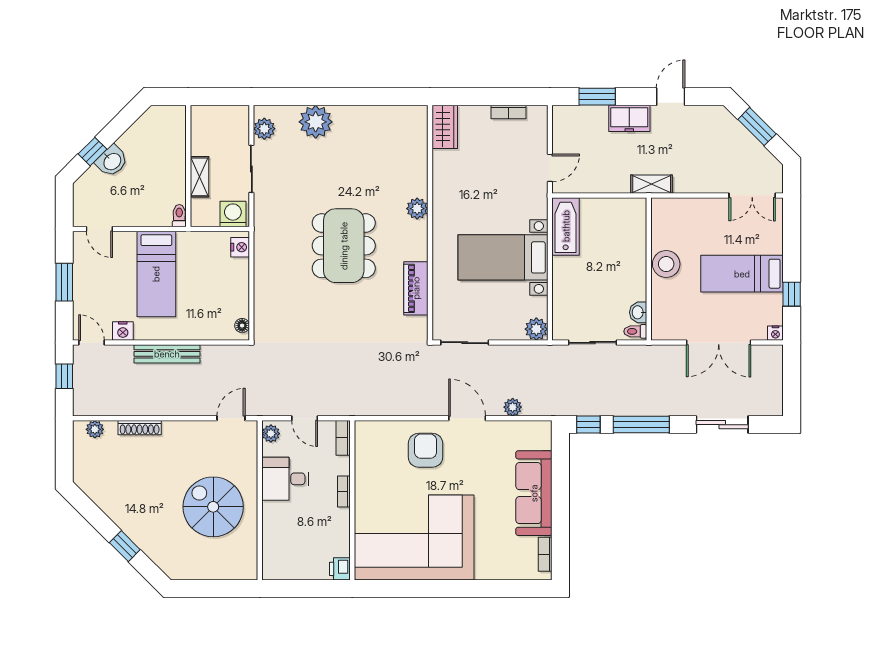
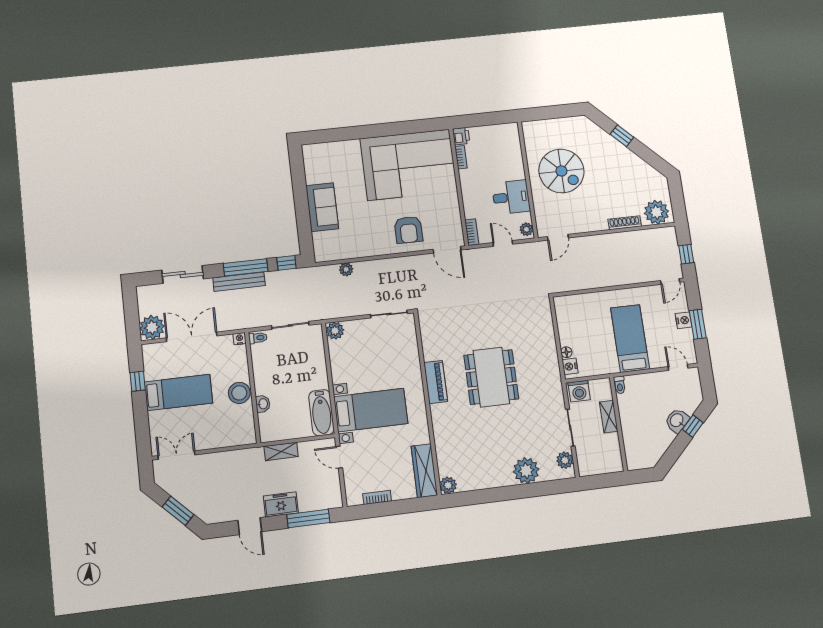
window: (597, 97) -> (308, 519), width x1.44
door: (671, 97) -> (250, 526), hinge flipped
wardrobe: (445, 127) -> (424, 471), width x1.50
door: (550, 168) -> (339, 457), hinge flipped
shelving: (652, 184) -> (281, 451), moved
plant: (417, 209) -> (448, 485), moved
bed with nightstands: (503, 257) -> (371, 410), moved
piano: (416, 288) -> (436, 382), moved
washbasin: (638, 312) -> (263, 404), moved
floor lamp: (242, 326) -> (566, 352), moved
nightstand: (123, 331) -> (684, 320), moved, turned 90
nightstand: (775, 333) -> (240, 339), moved
door: (92, 343) -> (670, 281), hinge flipped
bench: (167, 354) -> (239, 282), moved
plant: (767, 361) -> (152, 327), added
door: (467, 418) -> (447, 250), moved
plant: (95, 429) -> (656, 212), width x1.88, depth x1.88
bookcase: (344, 491) -> (461, 157), moved
sofa: (534, 493) -> (322, 207), width x0.73
bookcase: (545, 554) -> (308, 163), removed

